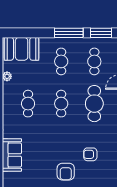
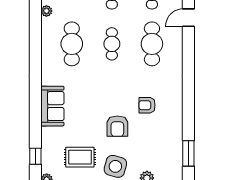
cafe table: (28, 104) -> (72, 44), width x1.37, depth x1.35

